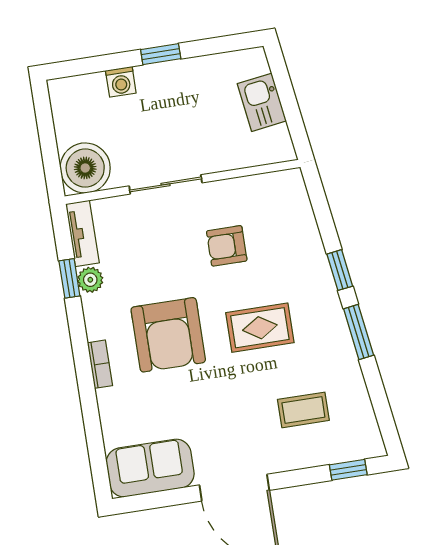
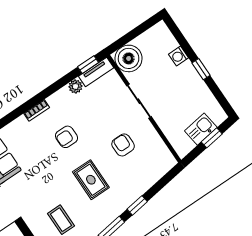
window: (285, 91) -> (212, 138), added
window: (69, 278) -> (88, 65), moved
armchair: (168, 335) -> (66, 137), width x0.53, depth x0.53

